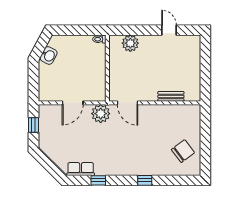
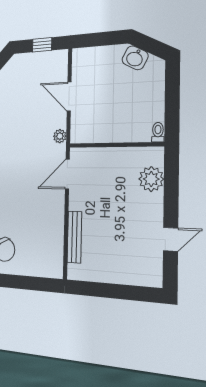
bench: (171, 96) -> (74, 237), width x1.36
plant: (101, 114) -> (60, 136), width x0.53, depth x0.53

